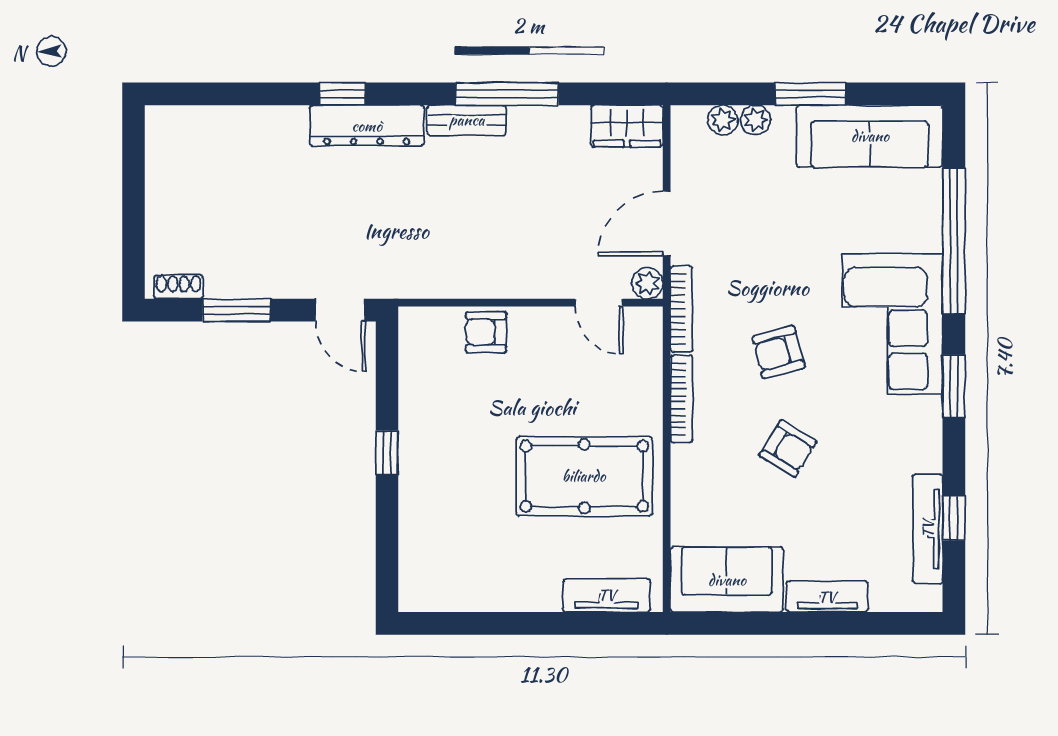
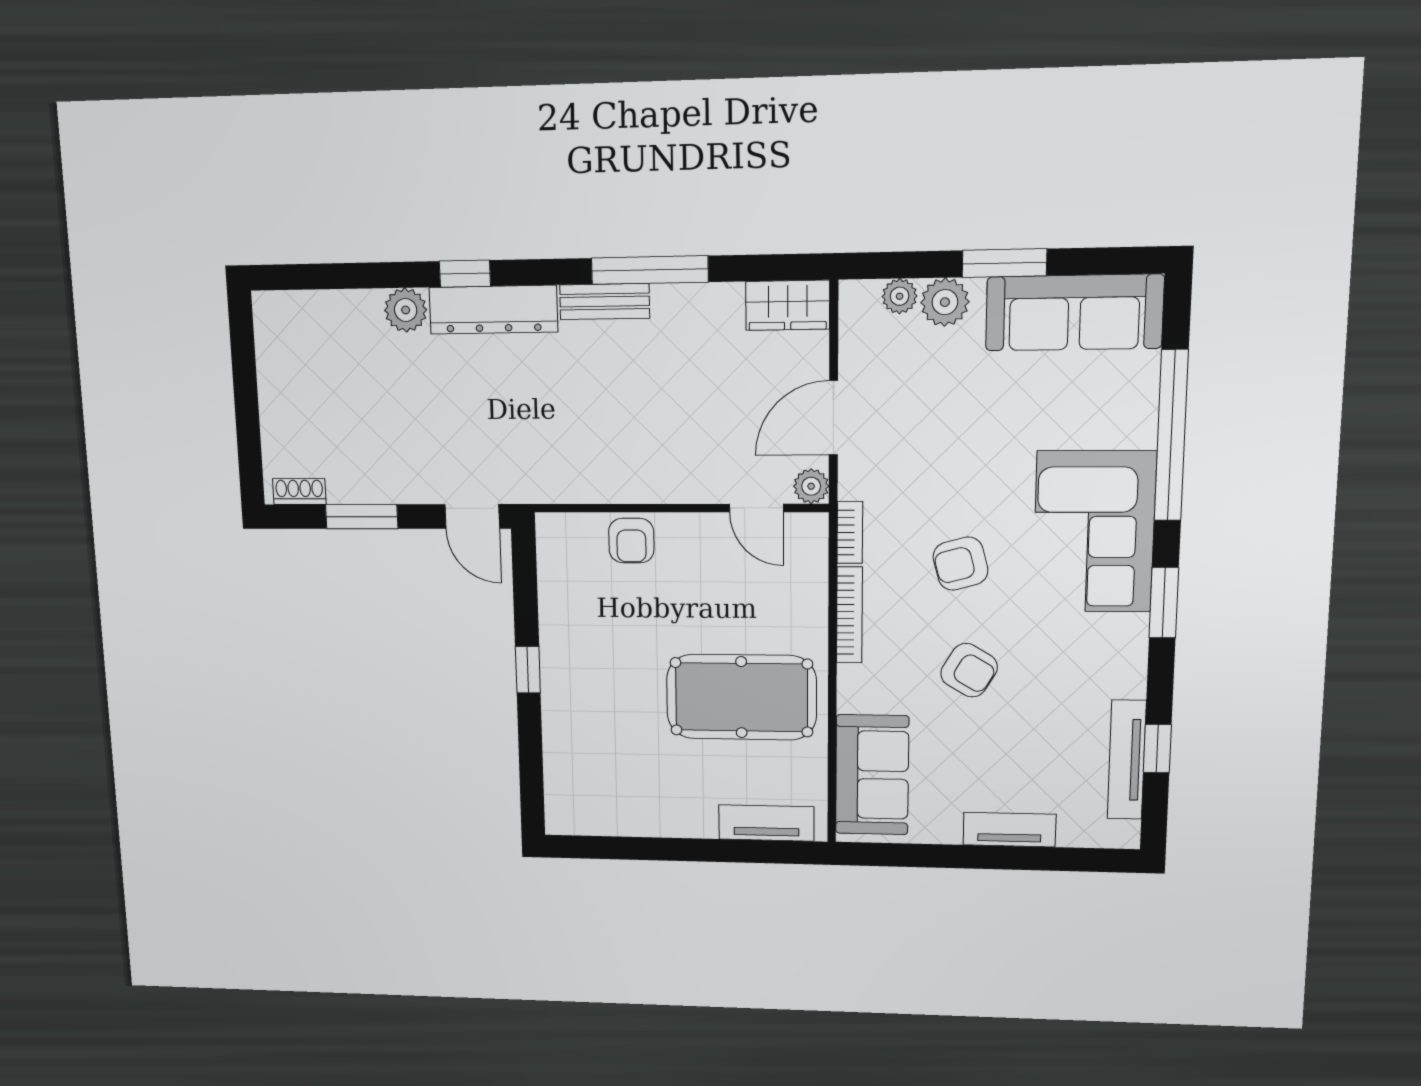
plant: (756, 120) -> (945, 302), width x1.38, depth x1.38
plant: (287, 125) -> (406, 310), added
bookcase: (682, 309) -> (850, 532), width x0.64
armchair: (486, 332) -> (631, 541), turned -90
sofa: (727, 580) -> (872, 775), moved, turned 90

